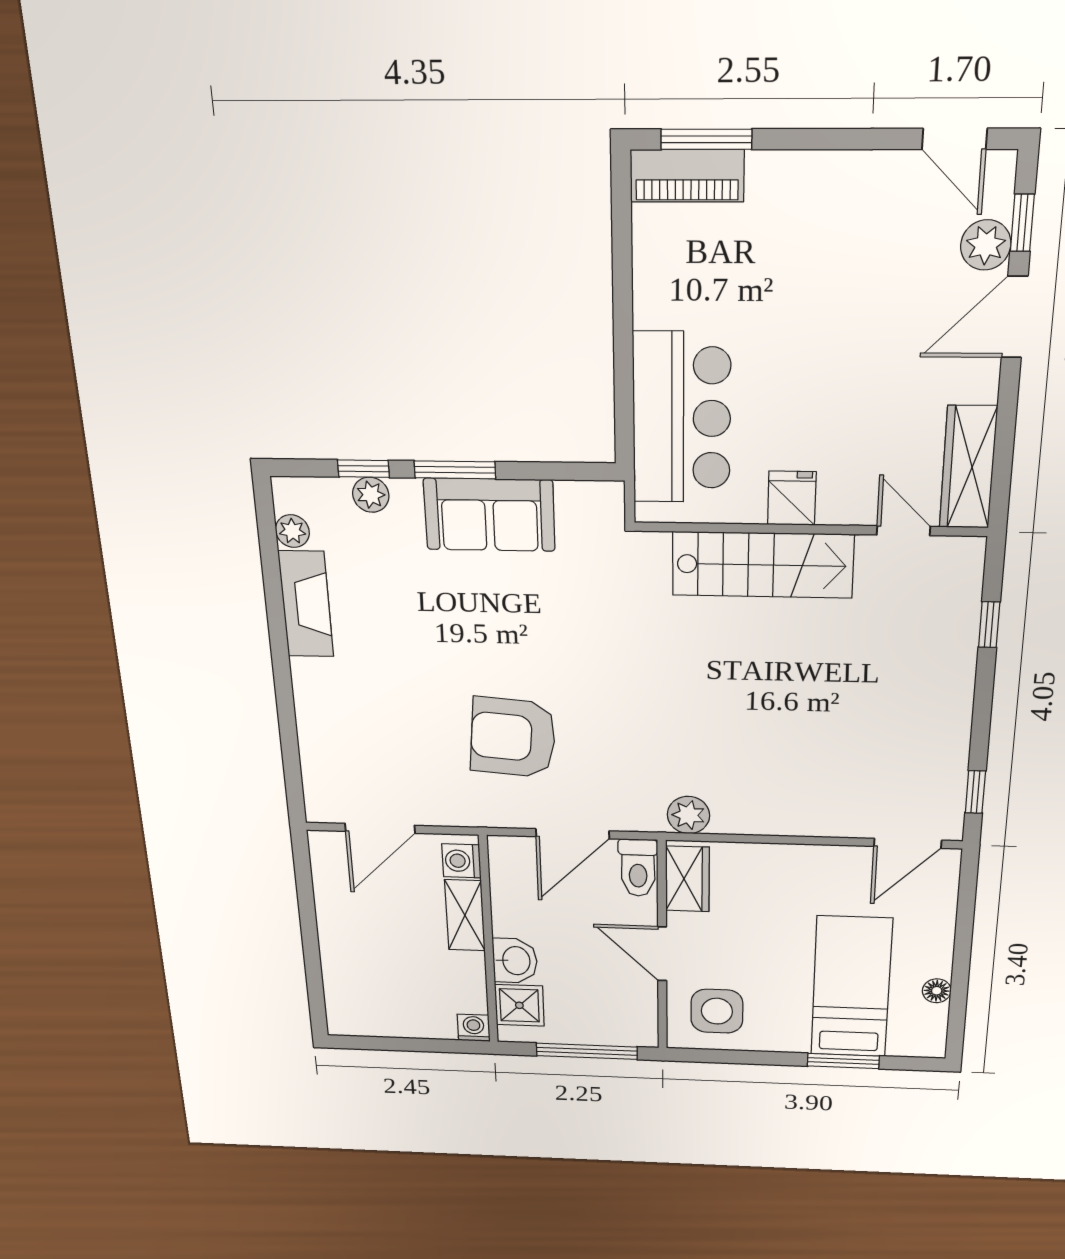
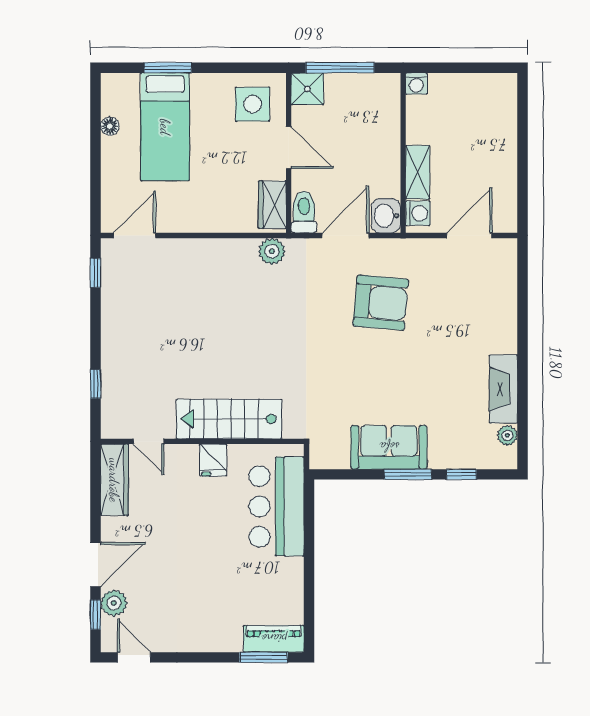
plant: (371, 495) -> (458, 459), removed
washbasin: (515, 961) -> (386, 216), moved
shower: (519, 1005) -> (307, 89), moved

